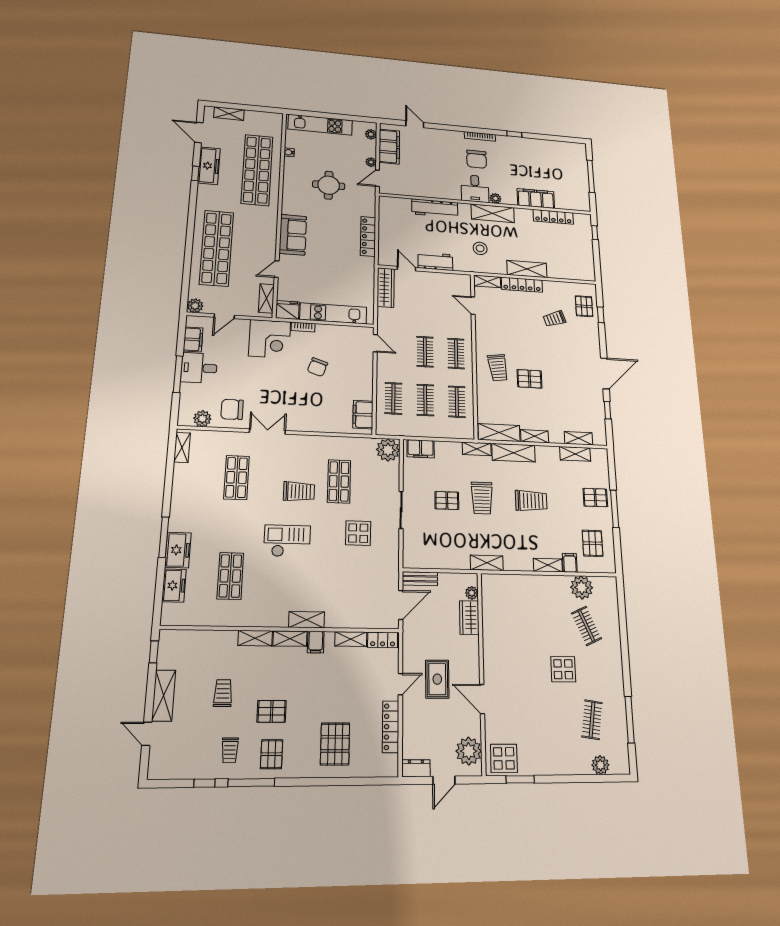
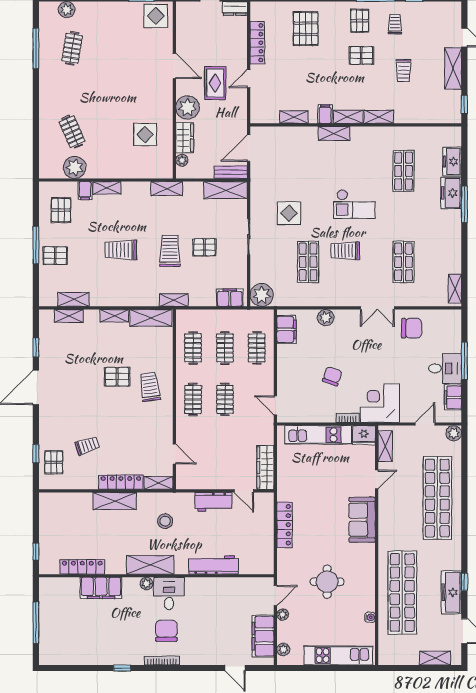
plant: (202, 419) -> (326, 318), moved
shelving: (514, 453) -> (226, 190), moved
locker: (383, 640) -> (265, 117), removed
display table: (563, 669) -> (145, 134), moved
plant: (469, 751) -> (188, 107), moved

